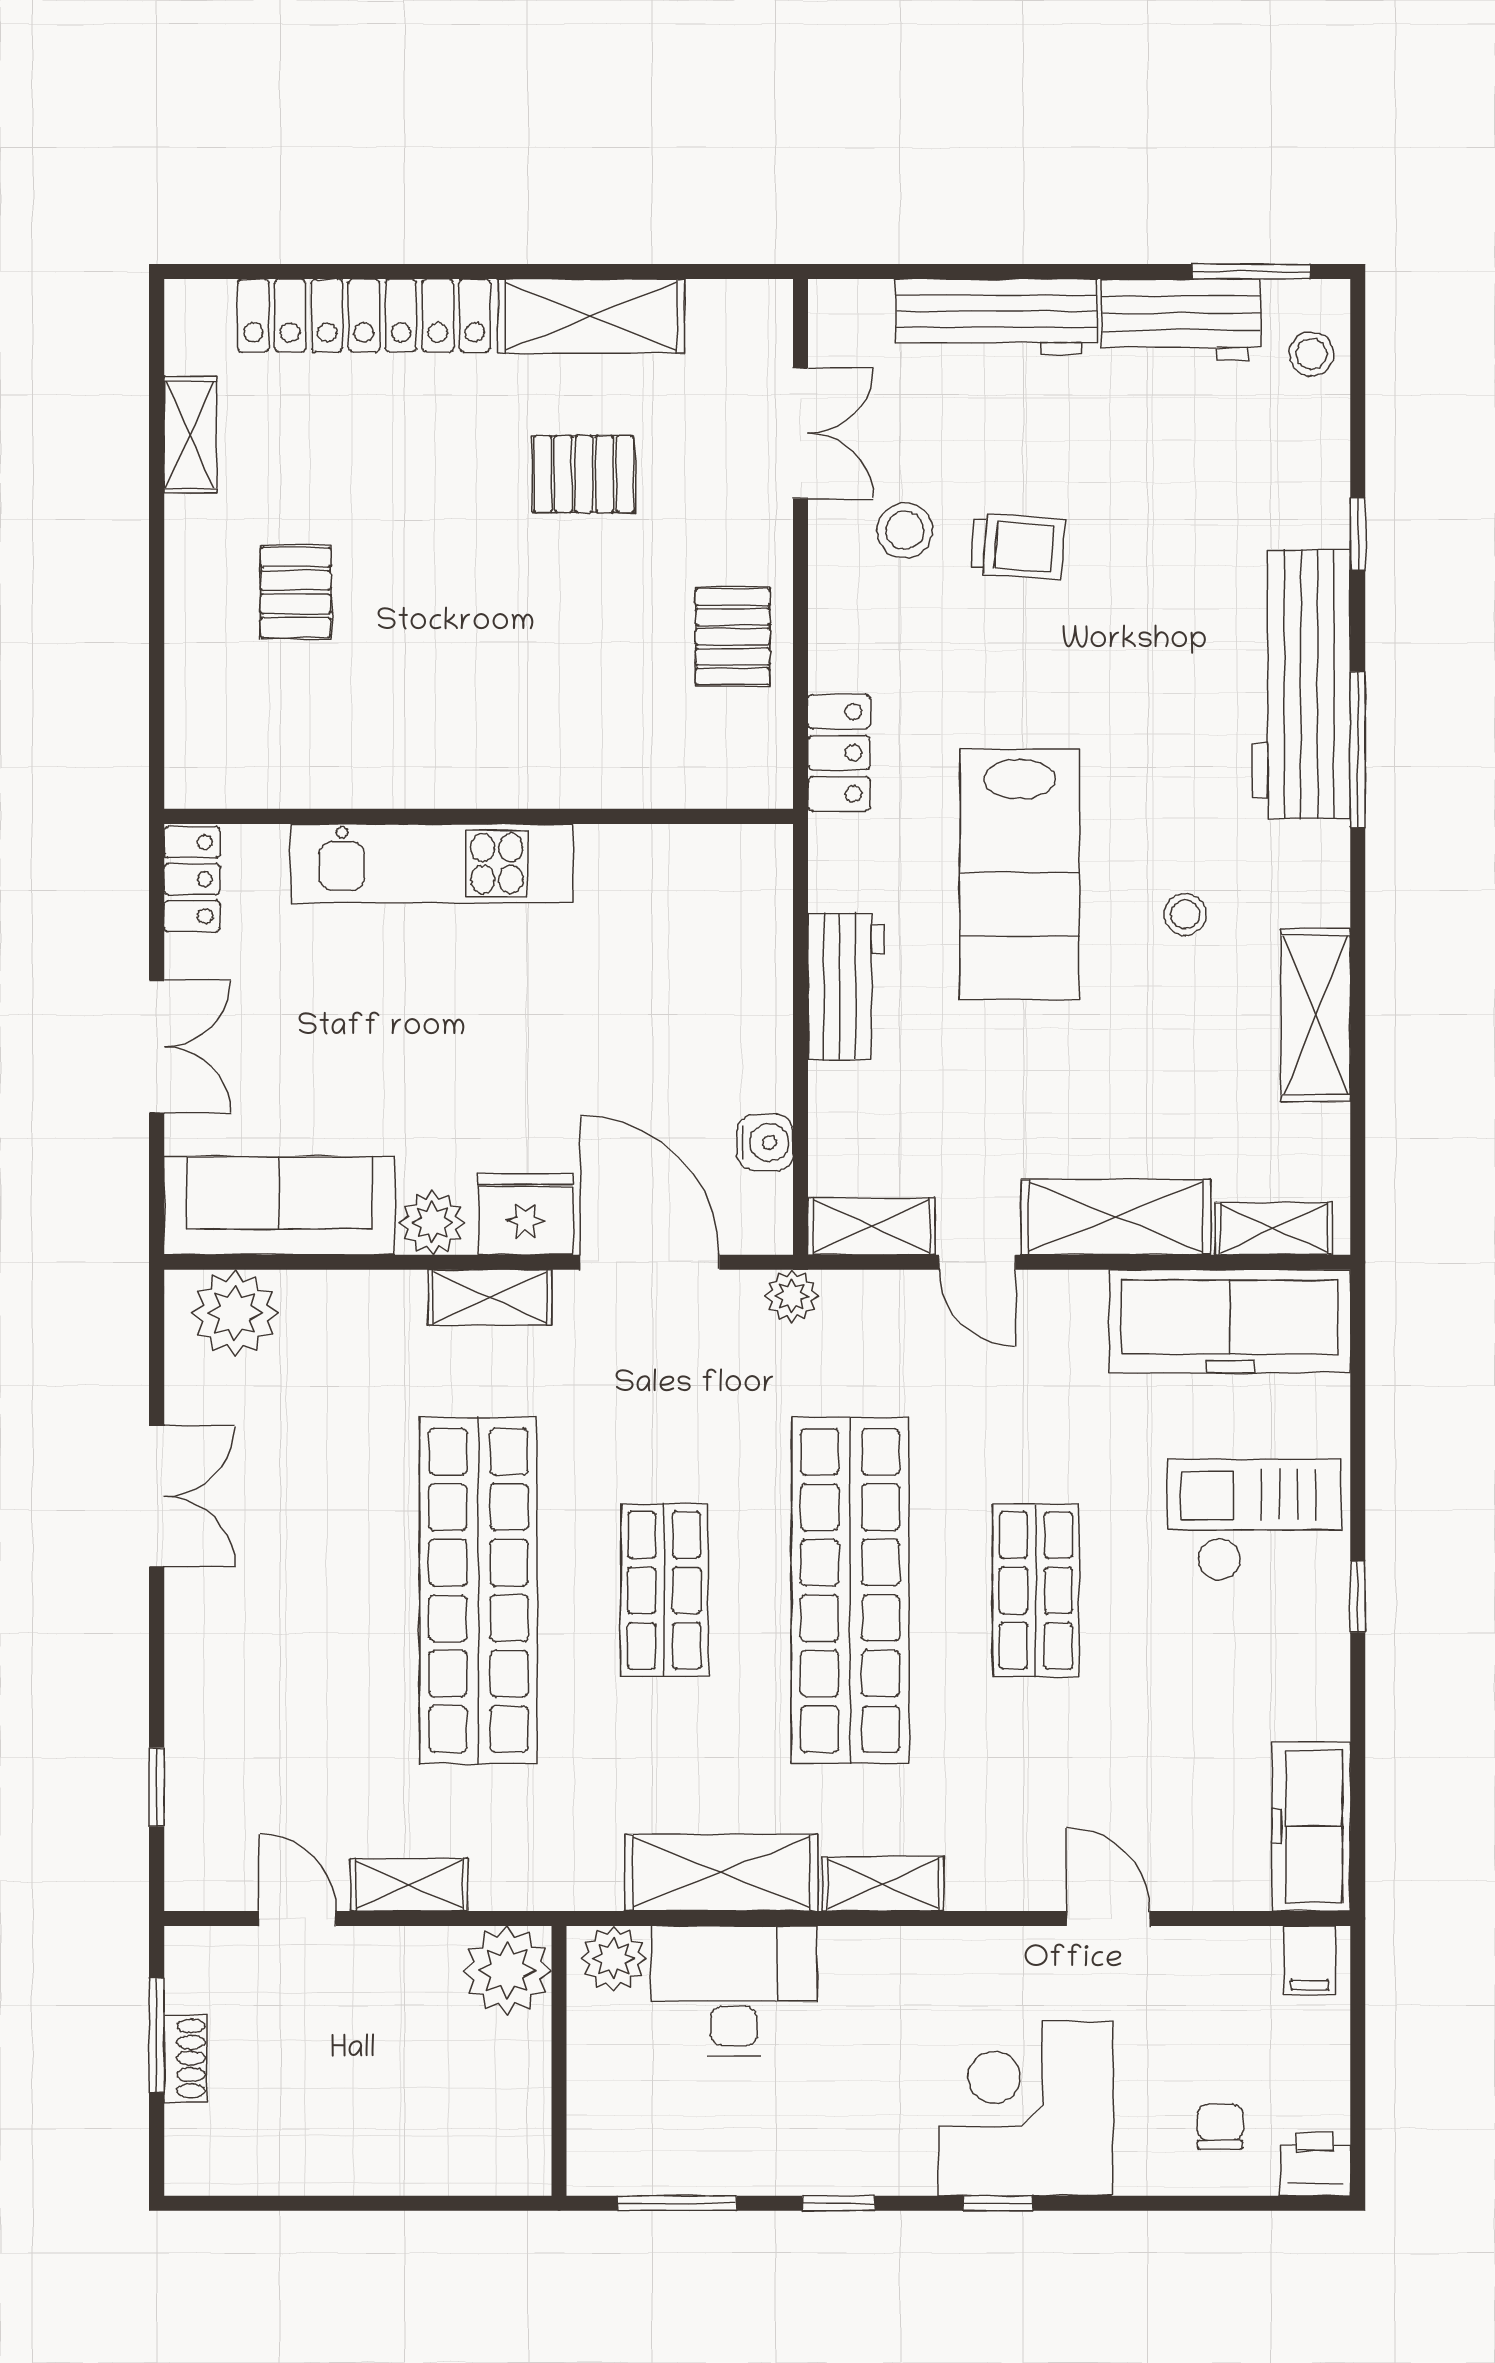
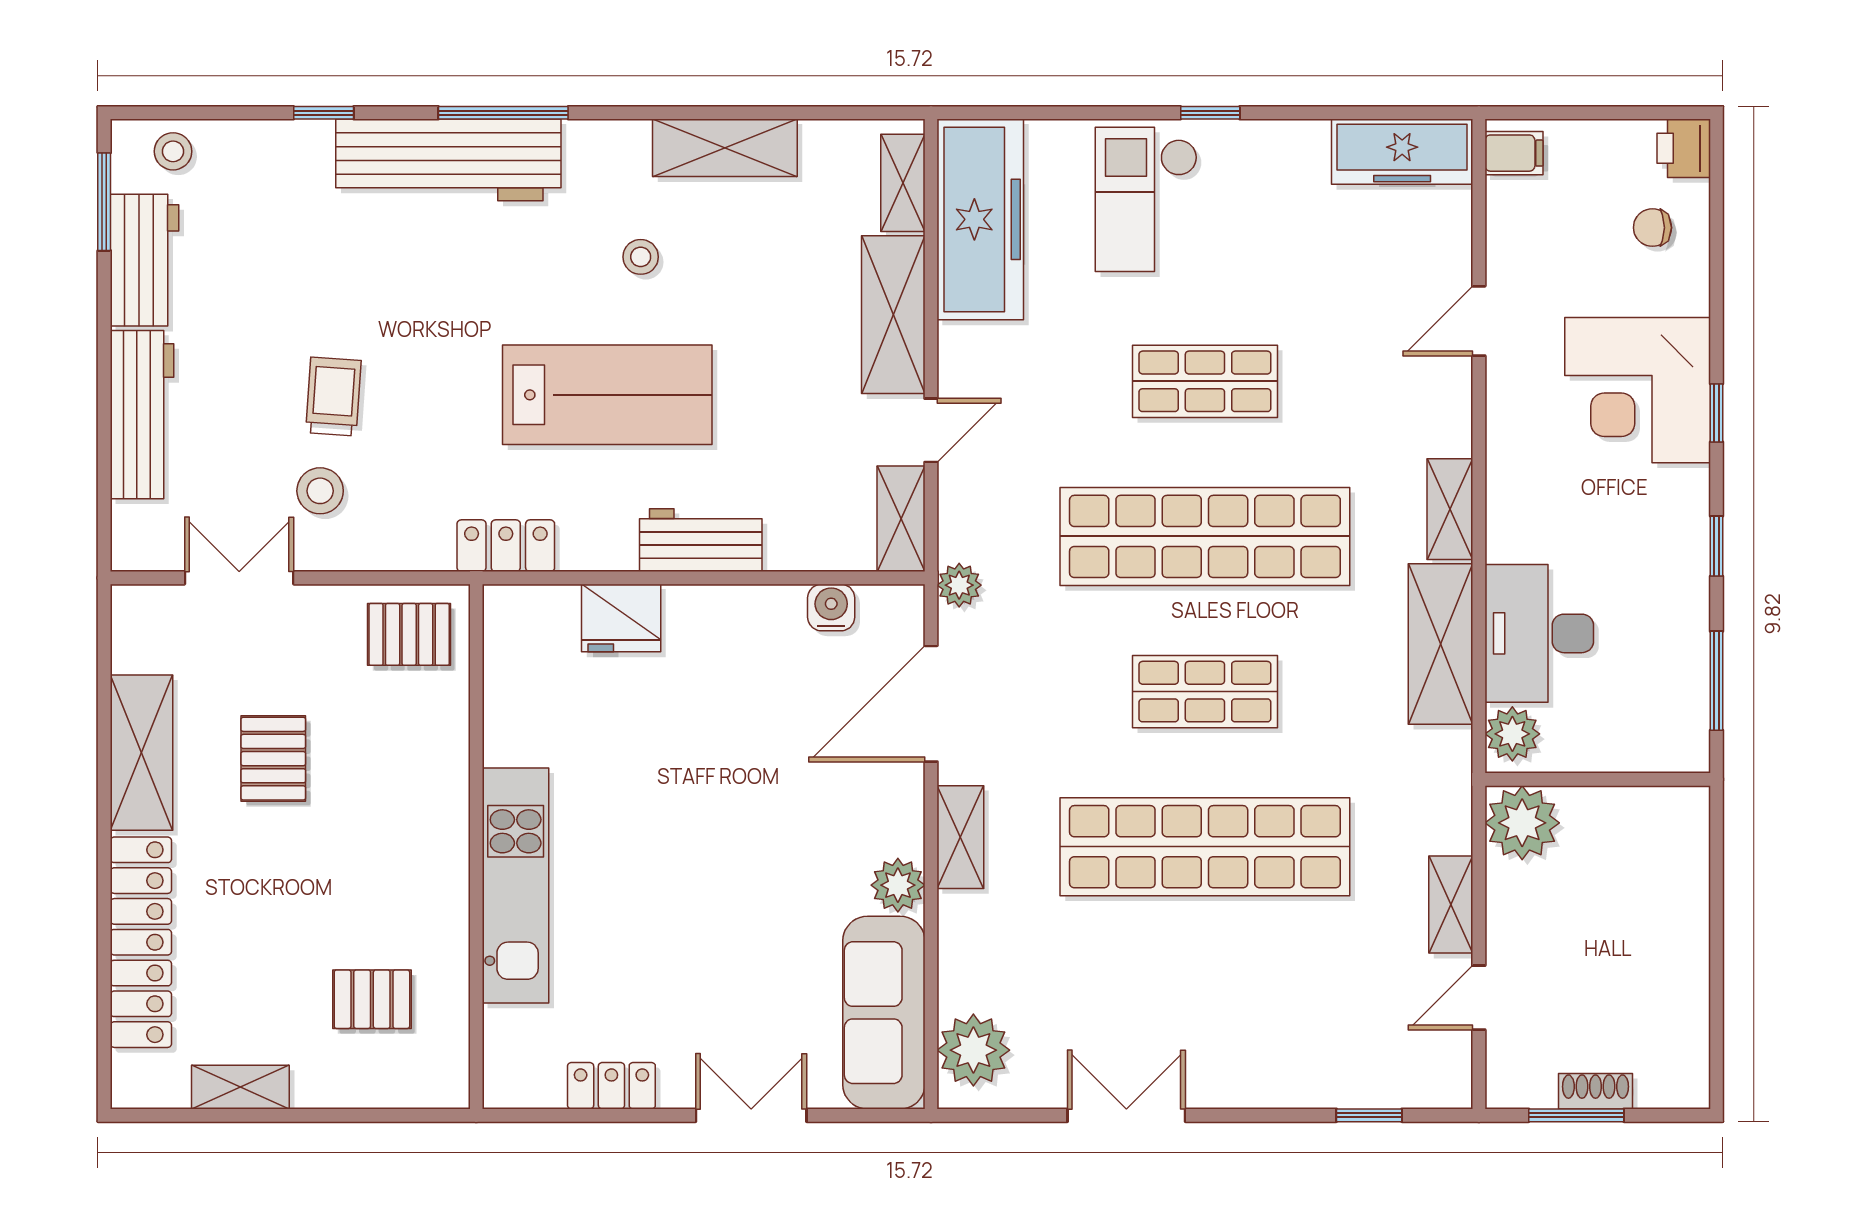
wall: (479, 816) -> (476, 847), moved
kitchen unit: (432, 864) -> (516, 885), moved
fridge: (526, 1214) -> (621, 618), moved, turned -90

